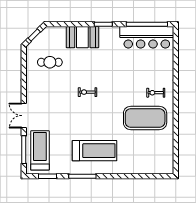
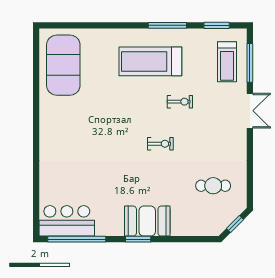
booth: (82, 37) -> (147, 221), moved
bar counter: (147, 37) -> (67, 221), width x0.73
exercise bike: (156, 93) -> (180, 102), moved
exercise mat: (145, 118) -> (63, 65), moved, turned 90
treadmill: (40, 150) -> (227, 62), width x0.73, depth x0.73

